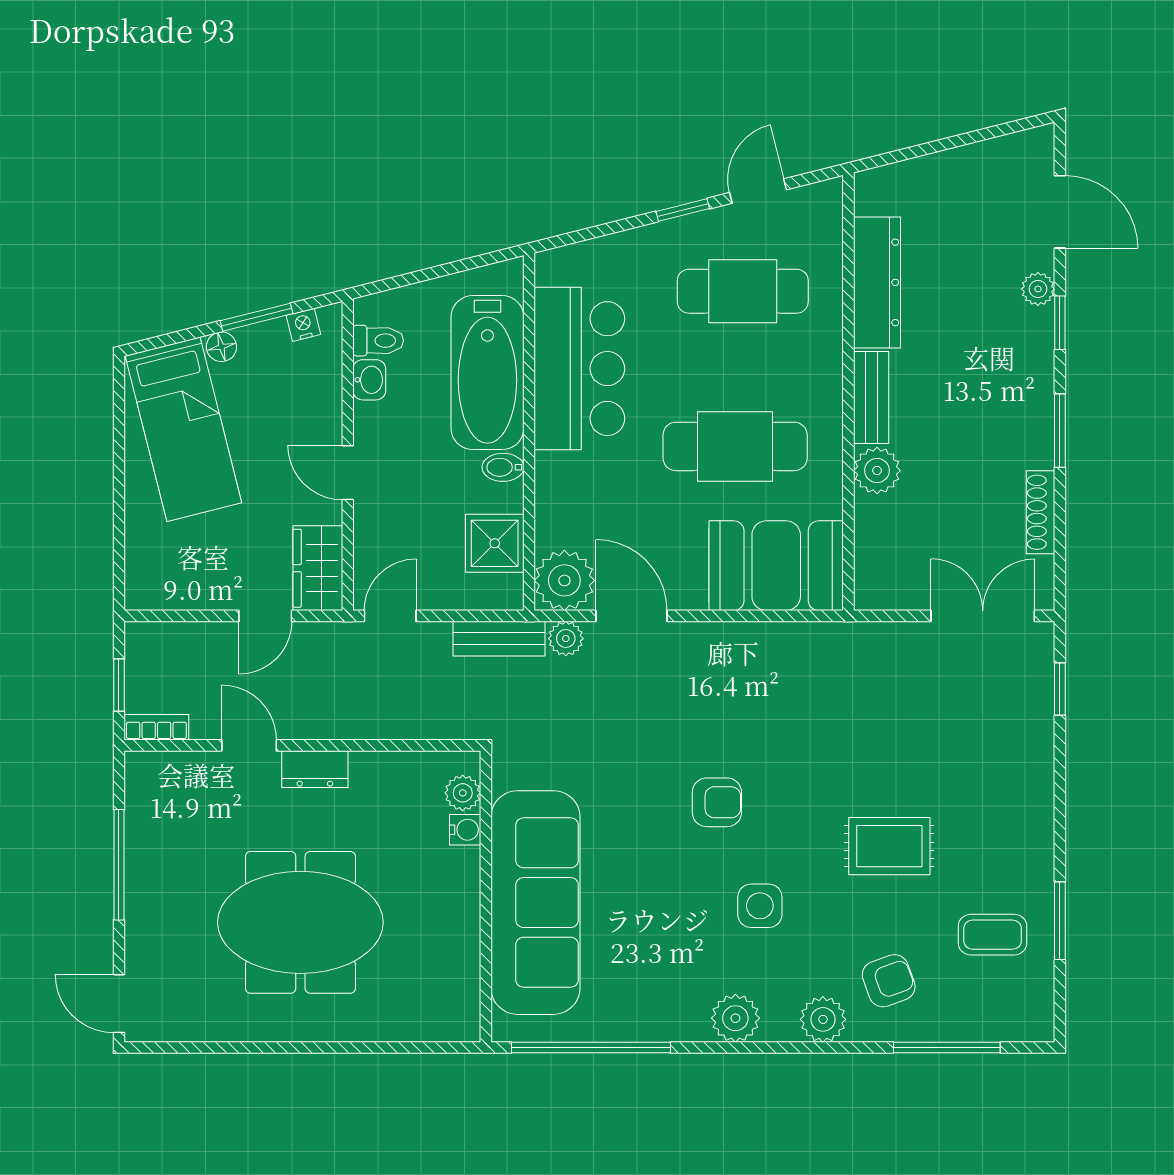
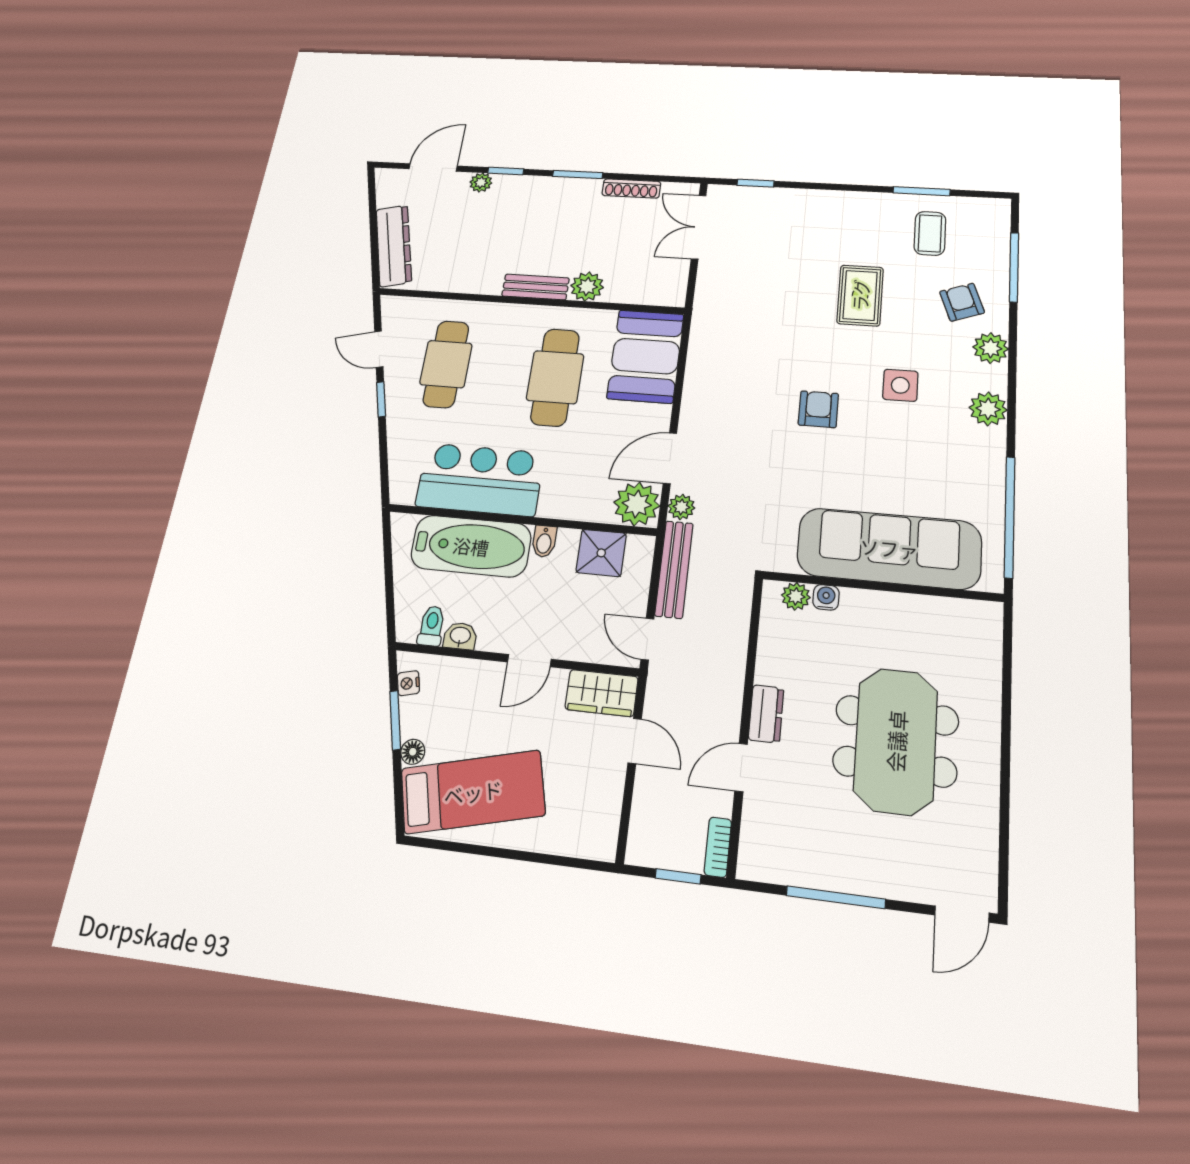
dresser: (877, 282) -> (394, 246), moved, turned 76
bench: (499, 639) -> (674, 569), width x1.36

